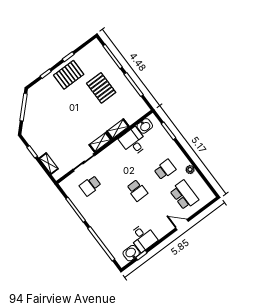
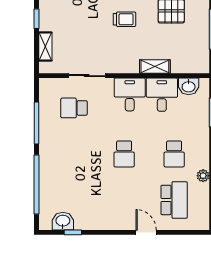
trolley: (81, 115) -> (125, 19), added
shelving: (100, 142) -> (123, 66), removed
school desk: (165, 170) -> (174, 154), turned 90
desk: (143, 238) -> (130, 94), moved, turned 180

